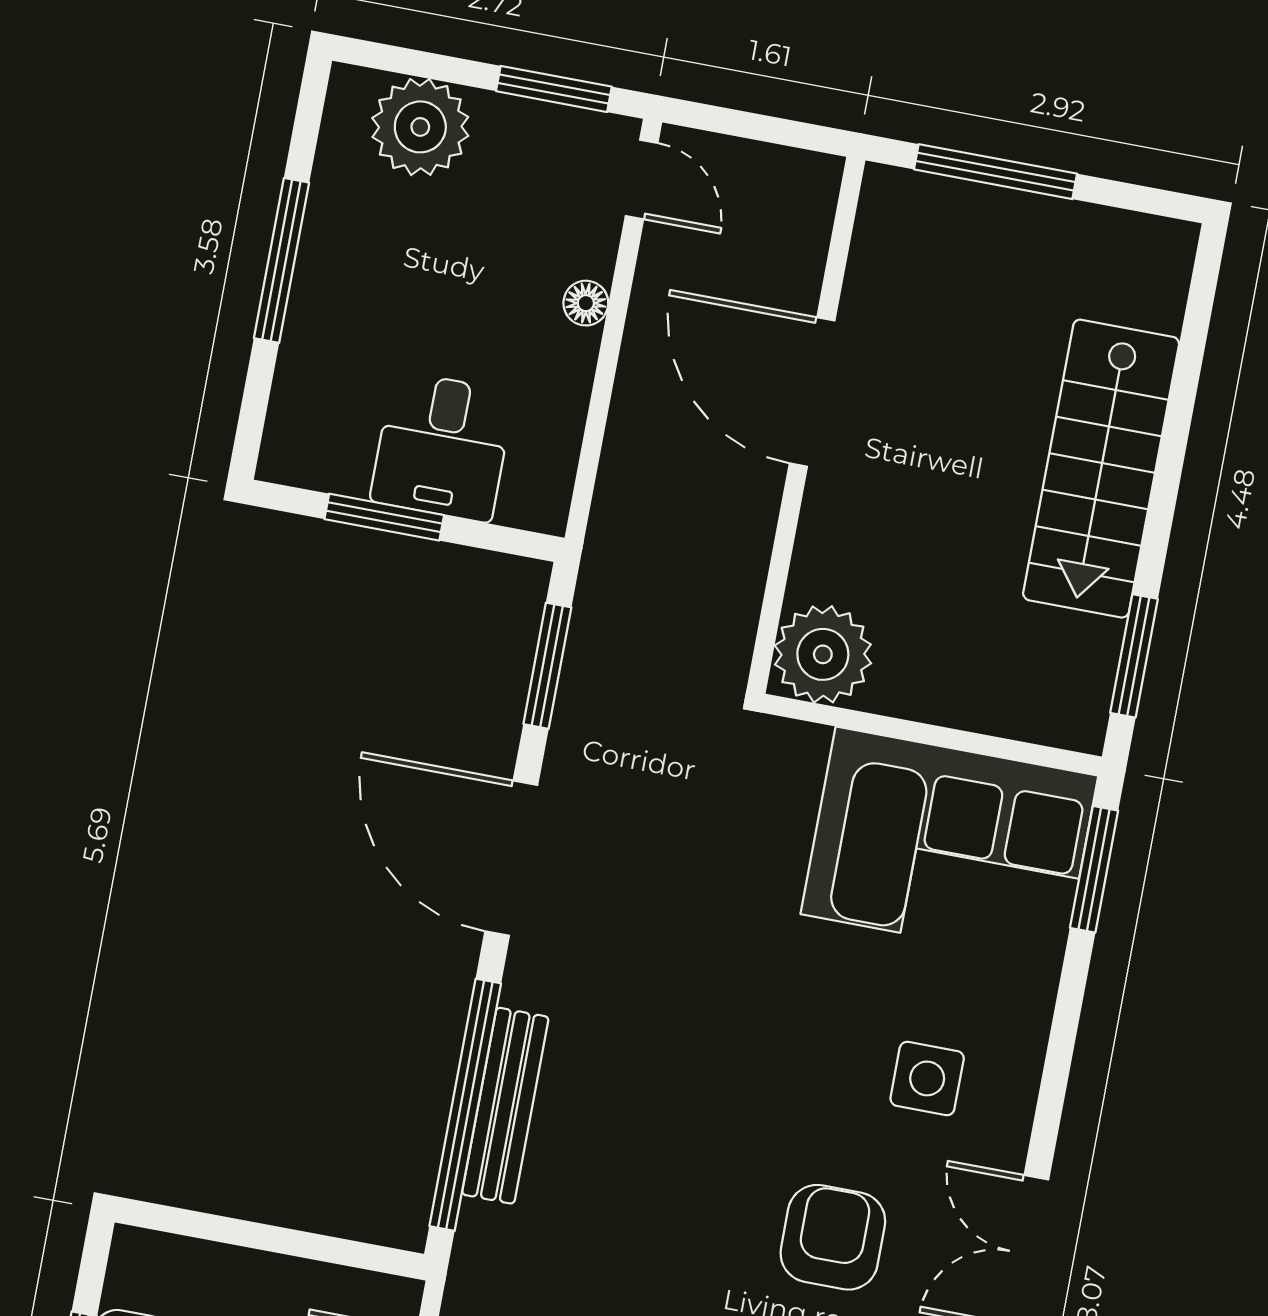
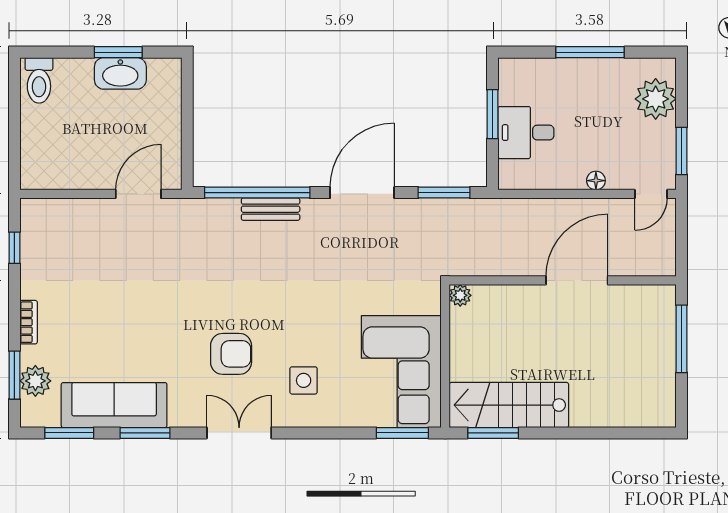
stairs: (1101, 469) -> (509, 405), moved
plant: (823, 654) -> (460, 295), width x0.53, depth x0.53
bench: (505, 1106) -> (271, 209), width x0.73

